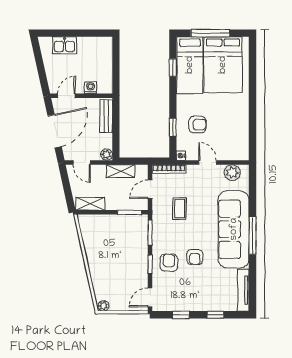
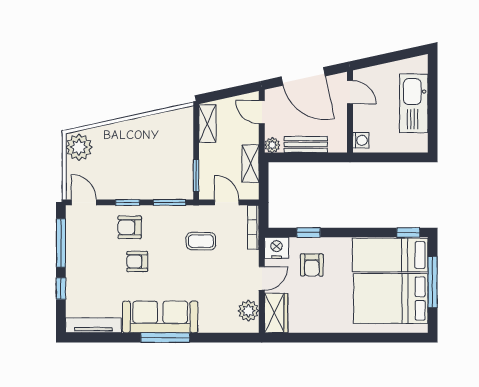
kitchen sink: (65, 45) -> (414, 103), width x1.87, depth x1.24
window: (173, 68) -> (408, 232), moved
washing machine: (90, 88) -> (361, 140), moved
bench: (106, 116) -> (306, 144), moved
wardrobe: (234, 152) -> (276, 313), added
nightstand: (181, 156) -> (276, 248), width x1.89, depth x1.79
door: (82, 163) -> (262, 112), hinge flipped
sofa: (234, 229) -> (160, 317), width x0.74, depth x0.79
armchair: (169, 263) -> (130, 227), turned 180
plant: (104, 306) -> (79, 147), width x1.88, depth x1.88
window: (181, 315) -> (61, 243), width x2.17

